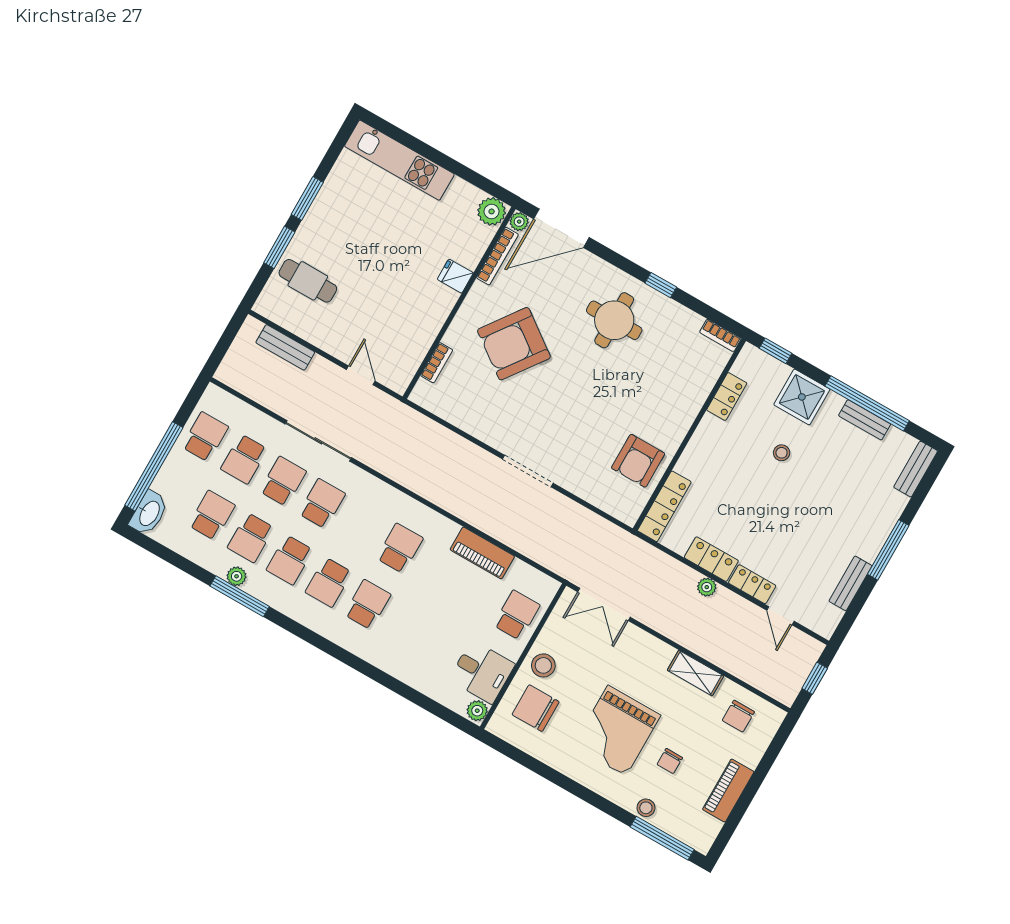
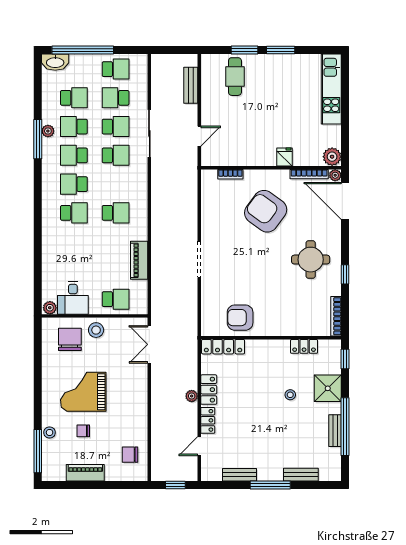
bookcase: (720, 335) -> (336, 316), width x1.56
bench: (916, 469) -> (301, 475), moved
shelving: (695, 673) -> (140, 417), removed

